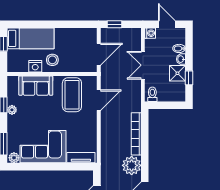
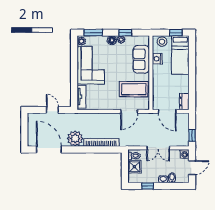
window: (114, 24) -> (192, 135), moved
dresser: (87, 34) -> (184, 101), added
stool: (52, 60) -> (162, 42), moved
double door: (143, 65) -> (158, 148), swing flipped
shower: (177, 73) -> (134, 167), moved
door: (99, 100) -> (129, 111), hinge flipped
floor lamp: (13, 121) -> (112, 40), added

